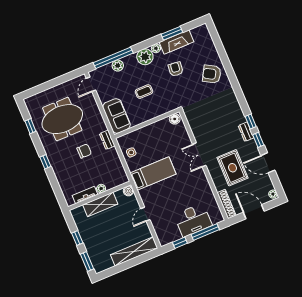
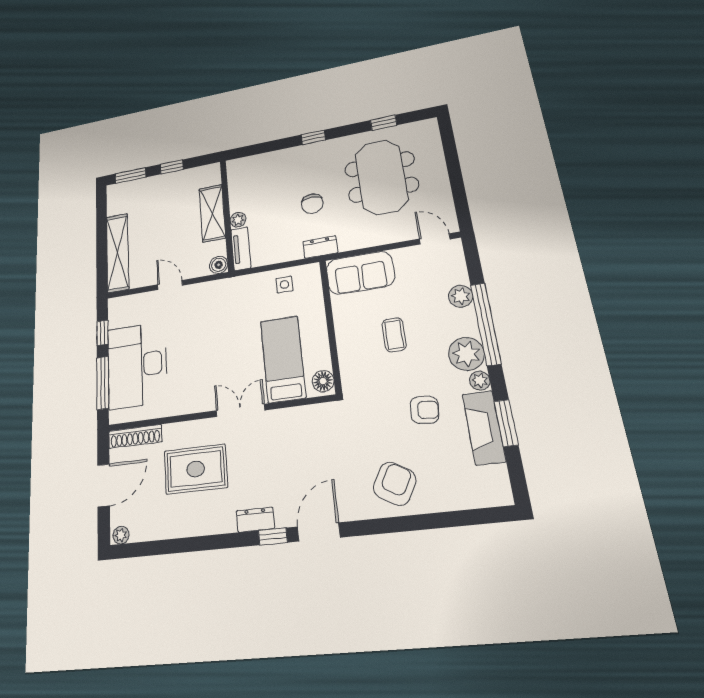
window: (113, 58) -> (486, 324), moved
window: (258, 140) -> (232, 540), removed
door: (268, 163) -> (319, 532), moved
bed: (153, 174) -> (283, 359), moved, turned 180
tv unit: (85, 195) -> (241, 249), moved
desk: (193, 220) -> (137, 365), width x1.36, depth x1.30

